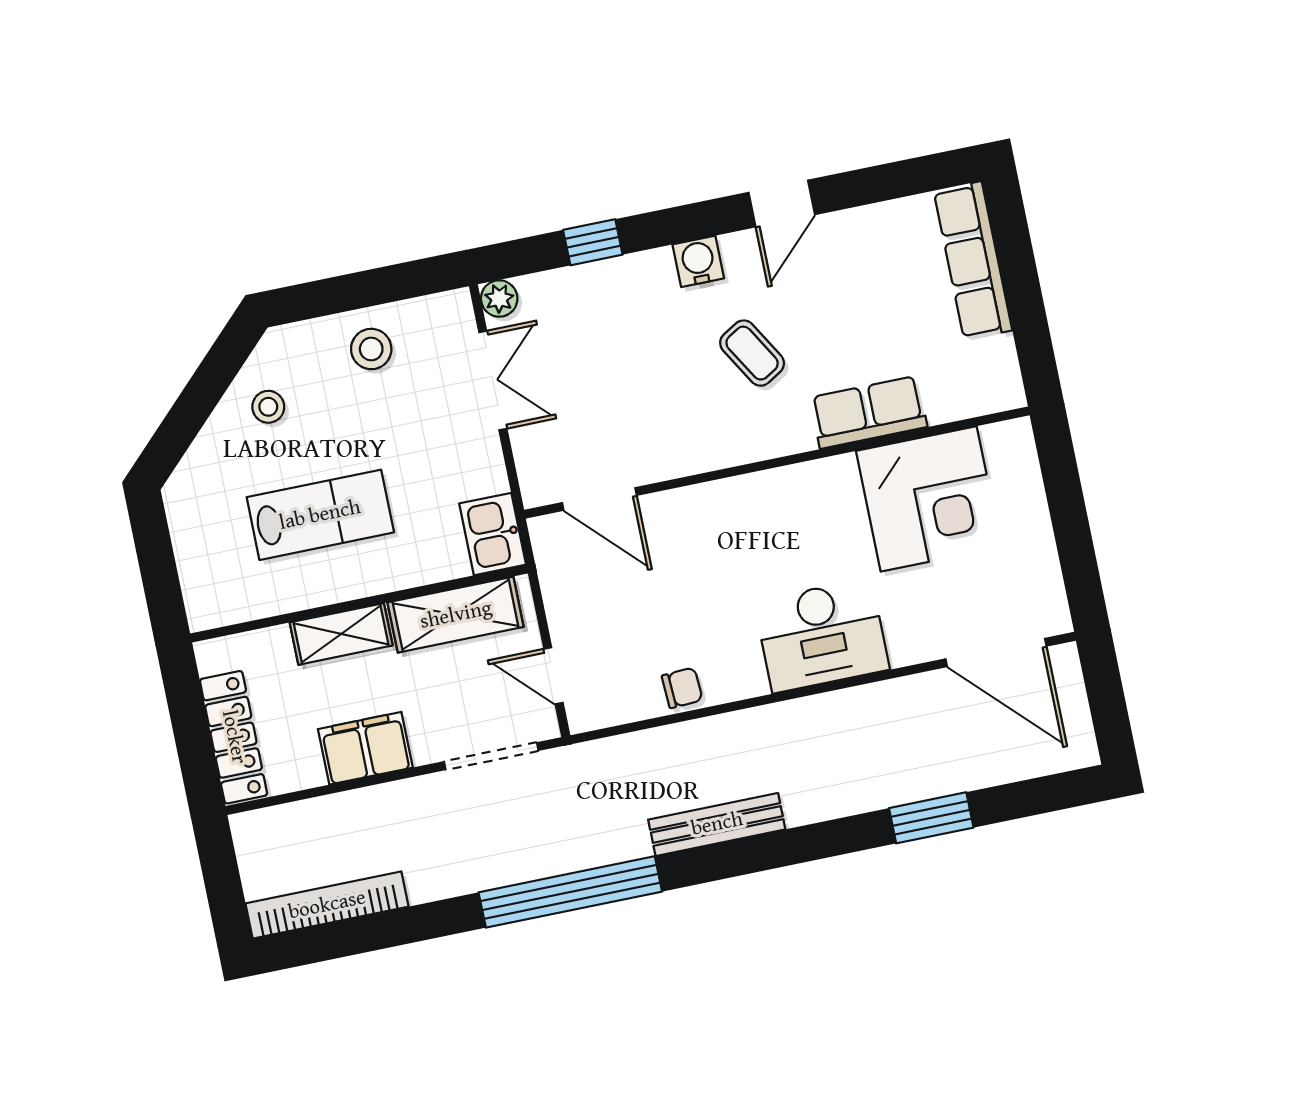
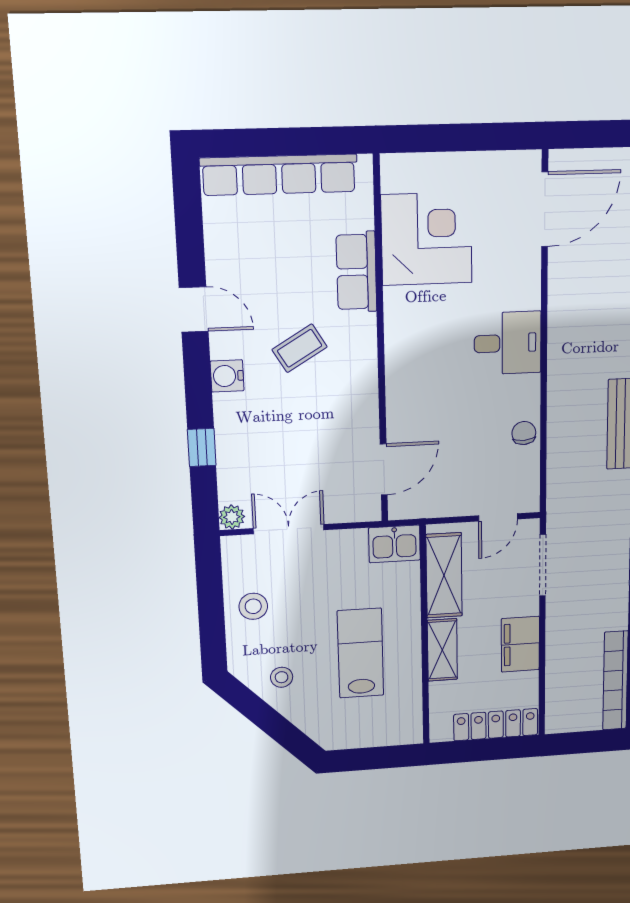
row of seats: (973, 261) -> (279, 175), width x1.36
desk: (822, 635) -> (508, 343), width x0.73

